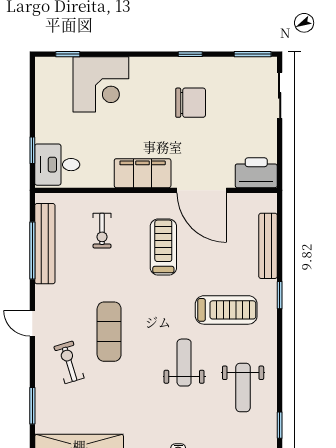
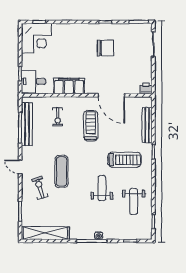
corner desk: (101, 84) -> (36, 38), moved
filing cabinet: (143, 173) -> (69, 86), moved
printer: (256, 173) -> (146, 88), width x0.53, depth x0.68

